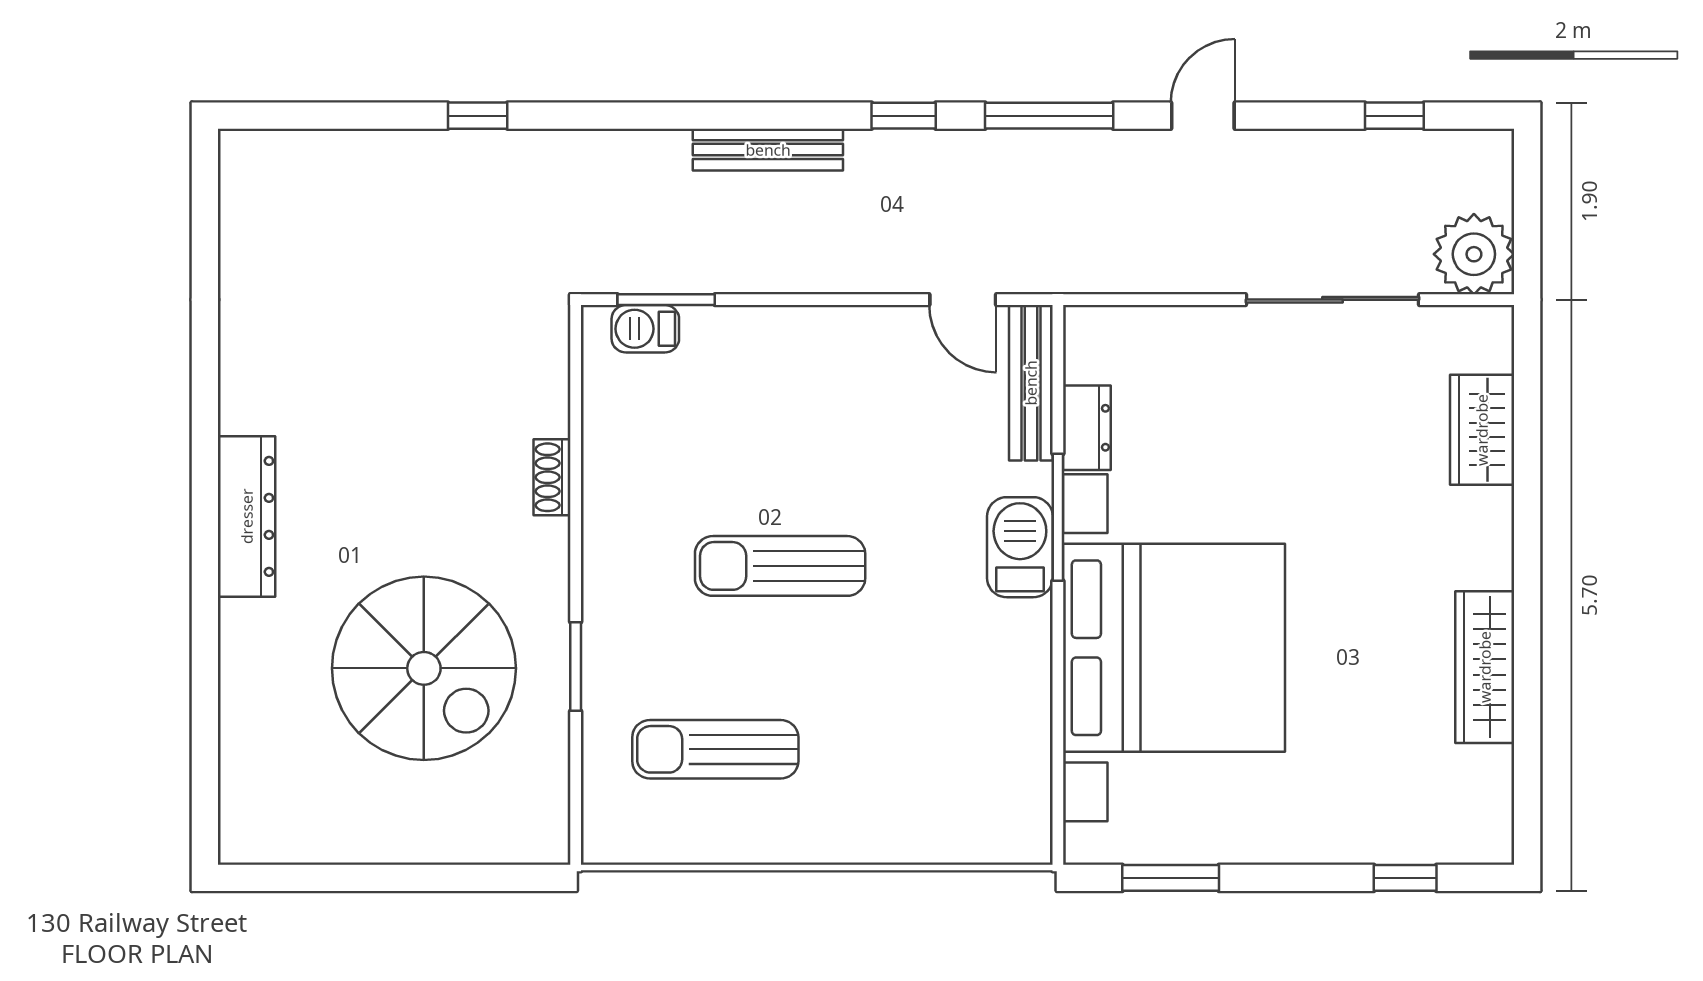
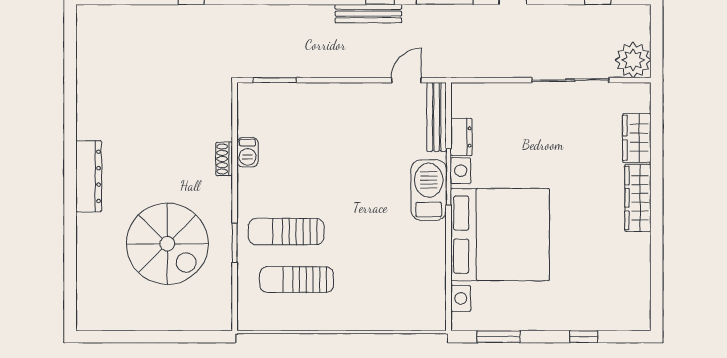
bench: (768, 150) -> (368, 14), moved
door: (963, 300) -> (406, 80), swing flipped
barbecue: (645, 329) -> (248, 152), moved, turned -90
barbecue: (1020, 547) -> (429, 190), width x1.37, depth x1.21
sun lounger: (780, 566) -> (286, 232), moved
wardrobe: (1485, 667) -> (638, 198), moved
window: (1405, 878) -> (584, 337), moved

